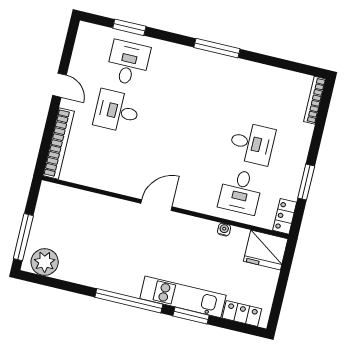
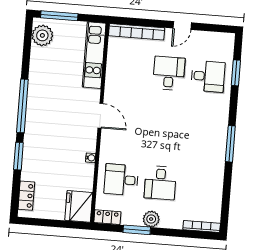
plant: (296, 162) -> (151, 219), added
water cooler: (224, 230) -> (91, 158), moved
kitchen unit: (183, 297) -> (94, 55), moved, turned 180

